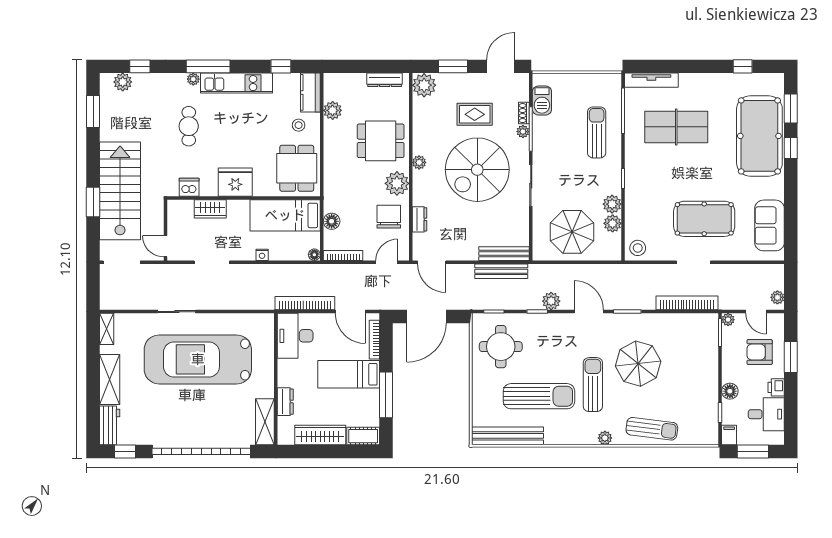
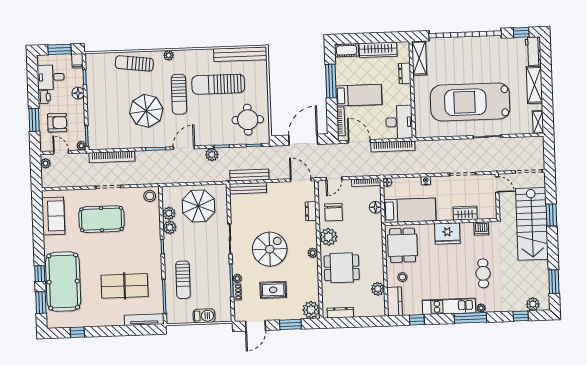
barbecue: (542, 101) -> (204, 316), moved, turned 90
spiral stairs: (477, 170) -> (270, 249), width x0.73, depth x0.73
door: (589, 312) -> (184, 148), swing flipped
car: (198, 359) -> (470, 102), turned 180

